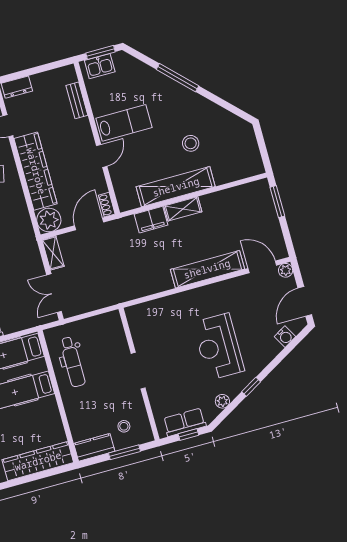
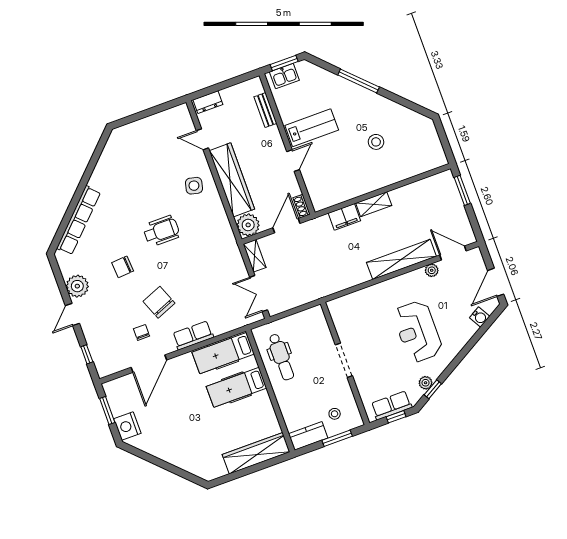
shelving: (176, 187) -> (365, 184), removed
plant: (286, 270) -> (432, 270), moved
window: (251, 387) -> (433, 389), moved

